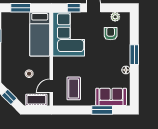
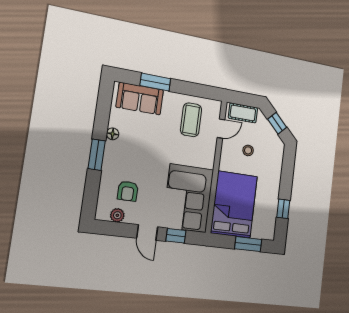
bed: (40, 34) -> (234, 204), width x1.50

